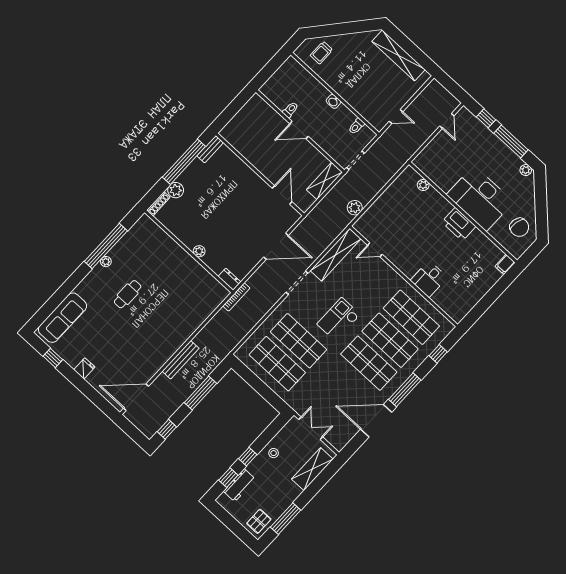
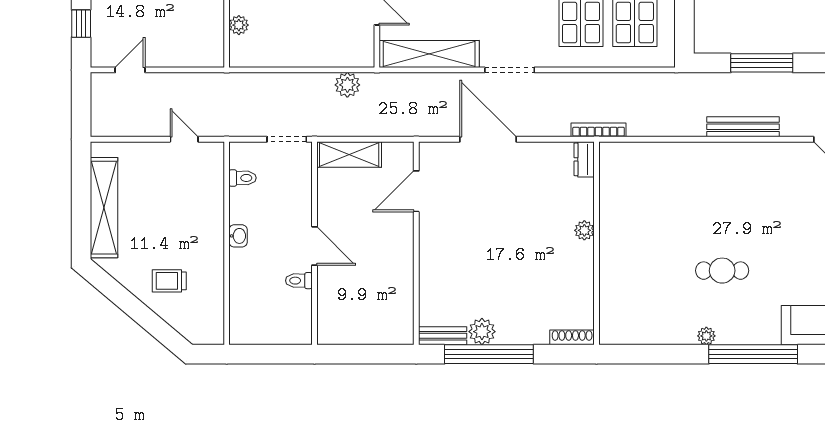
trolley: (321, 53) -> (169, 281), moved, turned 180
plant: (176, 190) -> (482, 332), moved
window: (106, 246) -> (753, 354), moved

